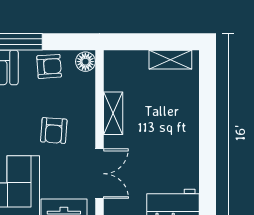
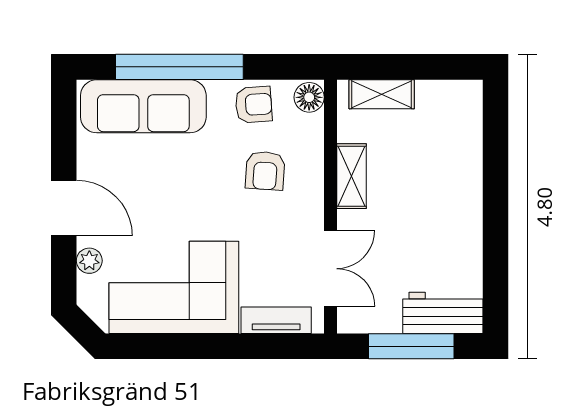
shelving: (170, 60) -> (382, 94), moved
armchair: (54, 131) -> (265, 171), moved

